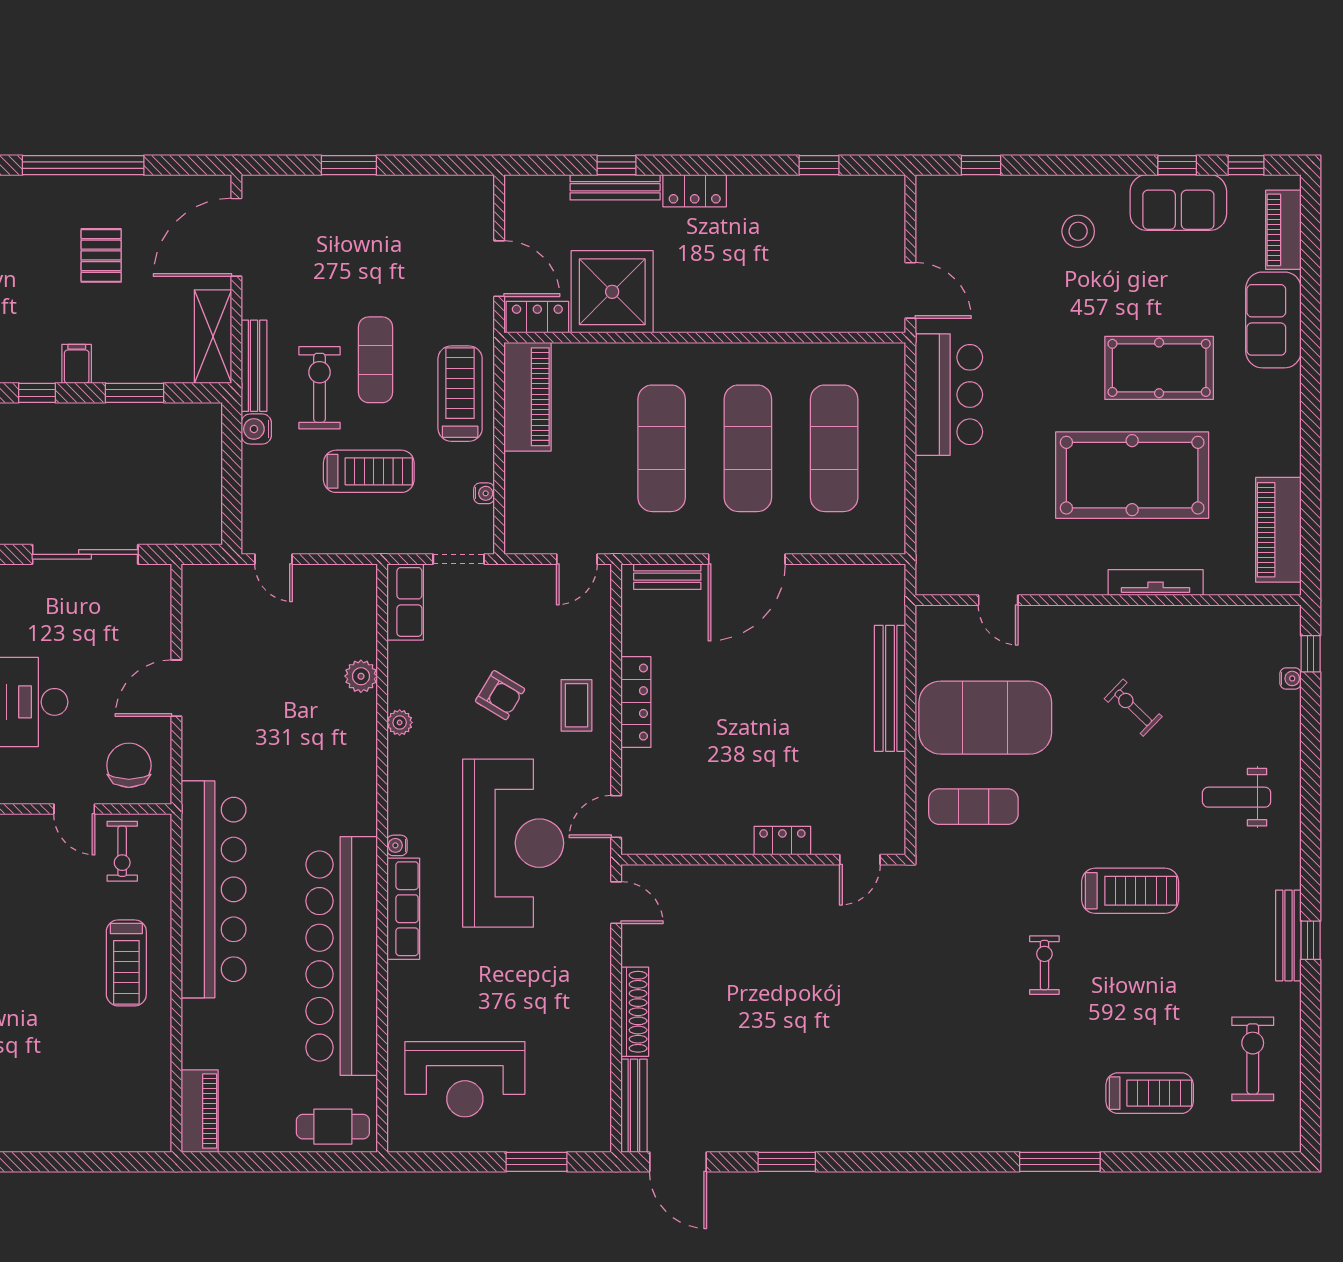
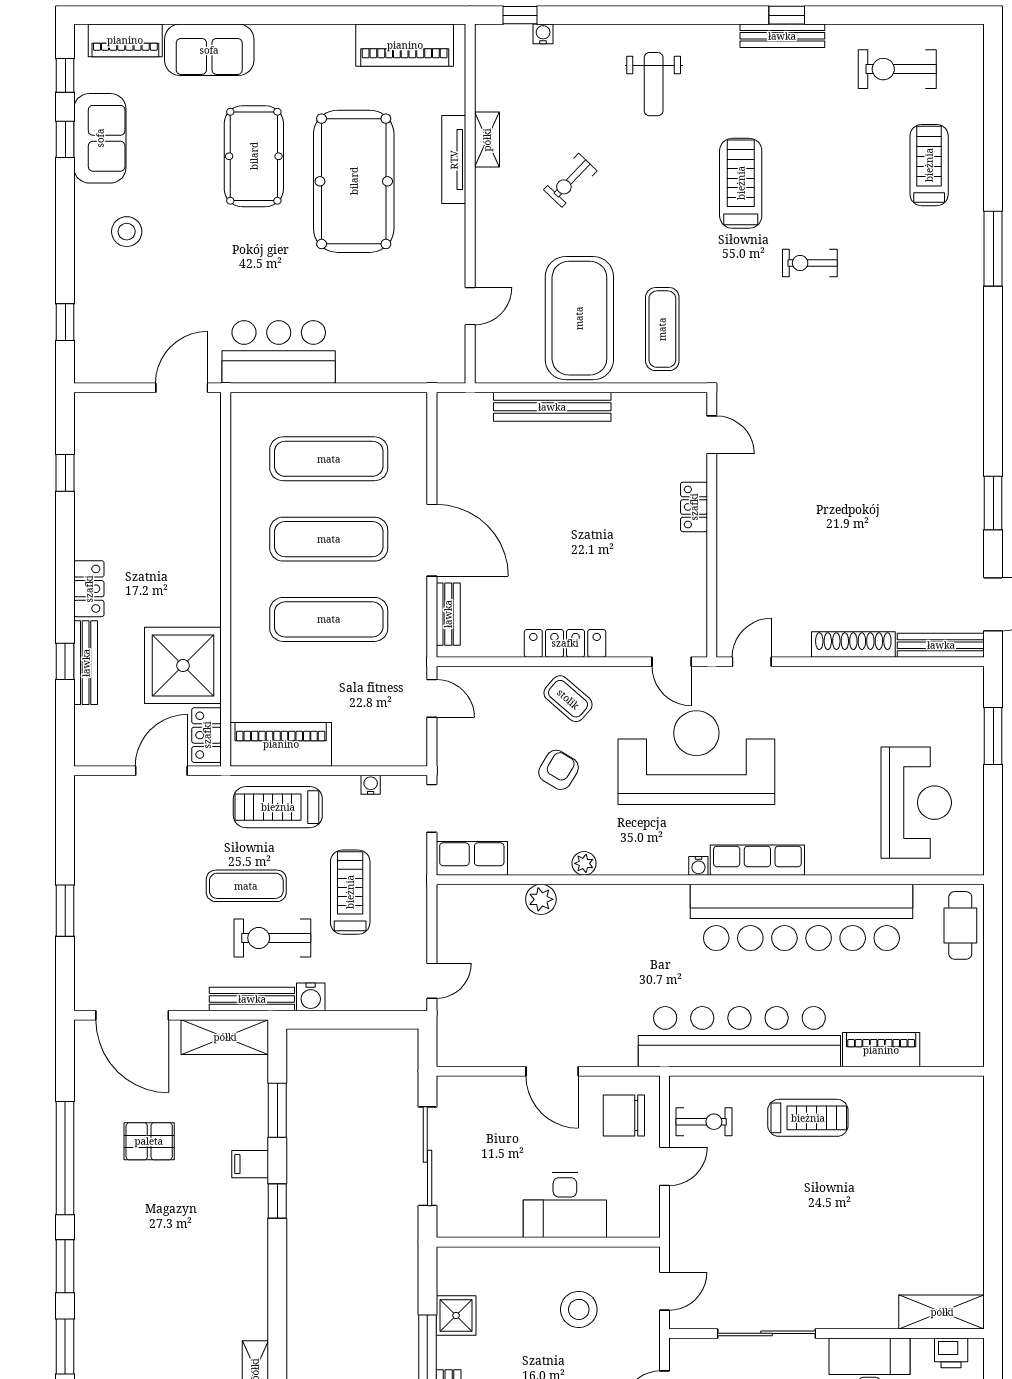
shelving: (1177, 618) -> (487, 140), added
coffee table: (576, 705) -> (568, 699), turned 41
piano: (200, 1111) -> (881, 1050), moved

